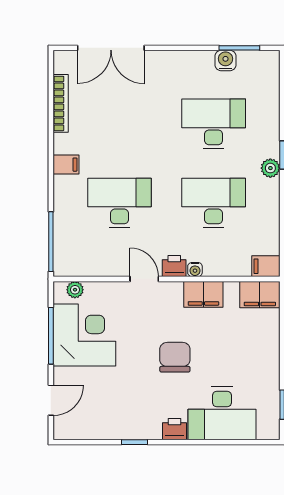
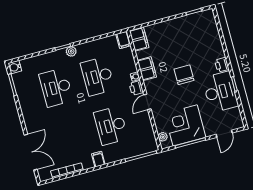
water cooler: (226, 60) -> (15, 67), moved
chair: (175, 357) -> (184, 75), turned 90
door: (51, 400) -> (224, 134), swing flipped
desk: (222, 413) -> (220, 92), moved

